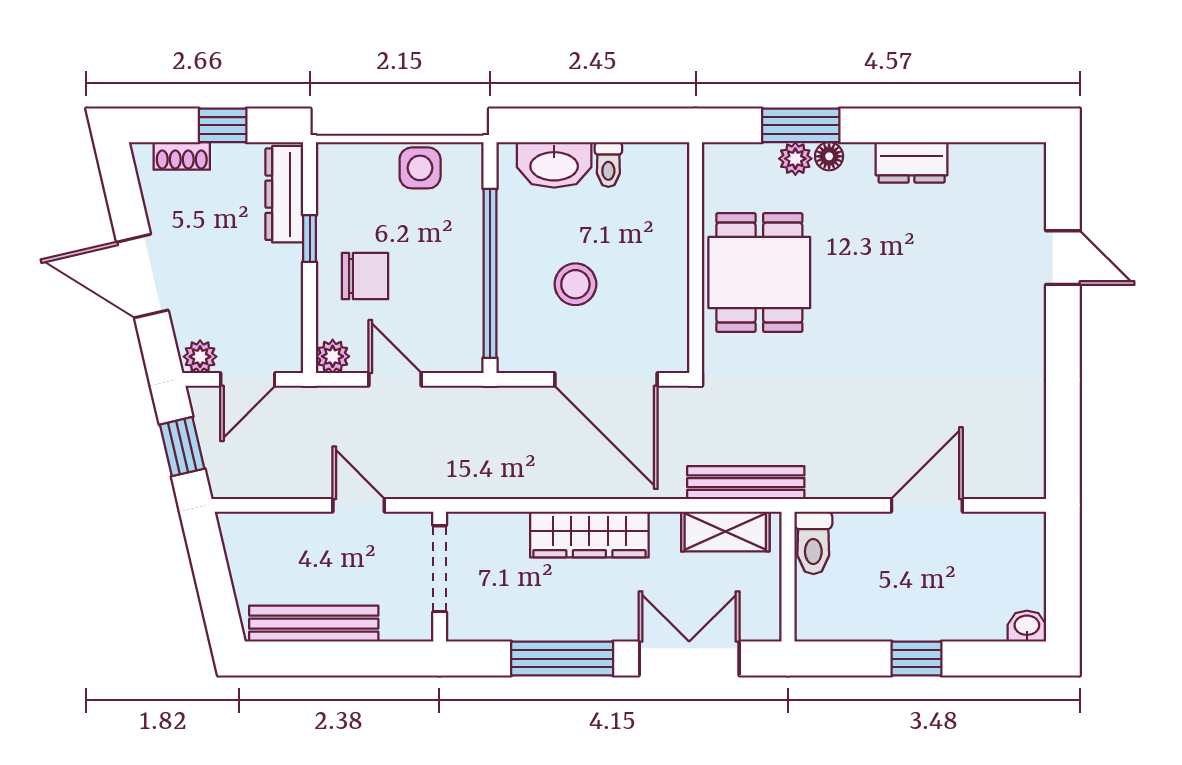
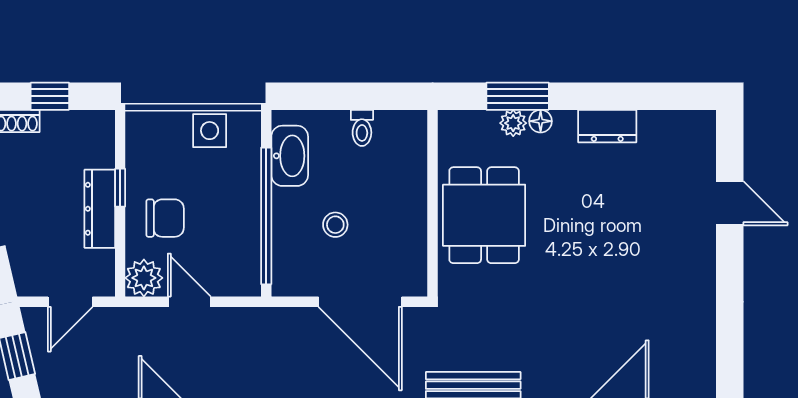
washbasin: (554, 165) -> (290, 156), moved, turned -90
dresser: (284, 194) -> (100, 209), moved
stool: (575, 284) -> (335, 225), width x0.73, depth x0.73
plant: (333, 356) -> (144, 278), width x1.38, depth x1.38
plant: (200, 357) -> (32, 283), removed

